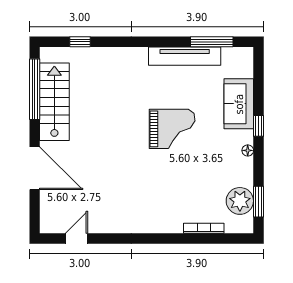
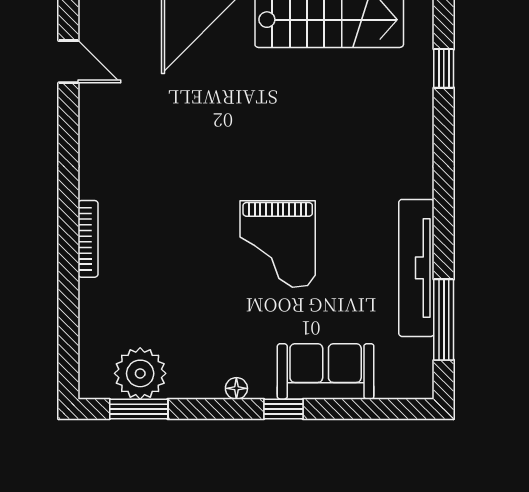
bookcase: (204, 228) -> (88, 239), moved

